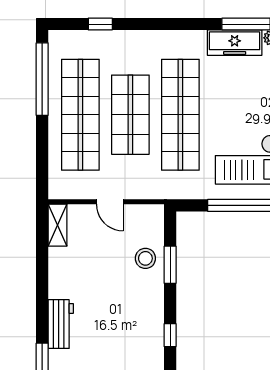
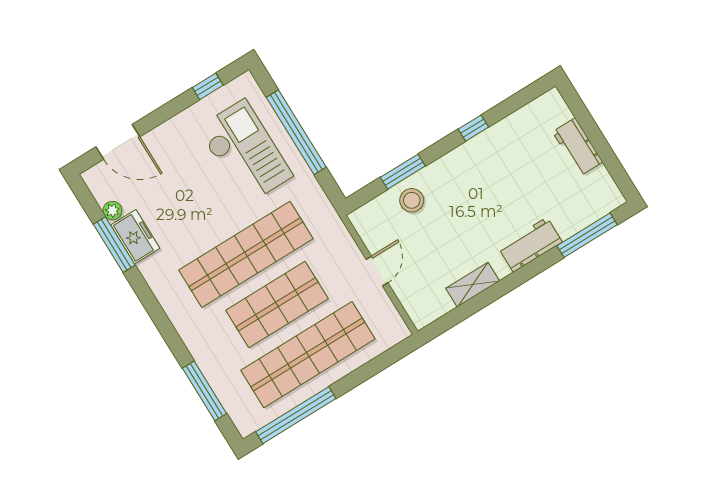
window: (100, 24) -> (205, 391), width x2.17
freezer: (235, 43) -> (135, 237), width x0.71
shelving: (58, 225) -> (473, 285), moved

